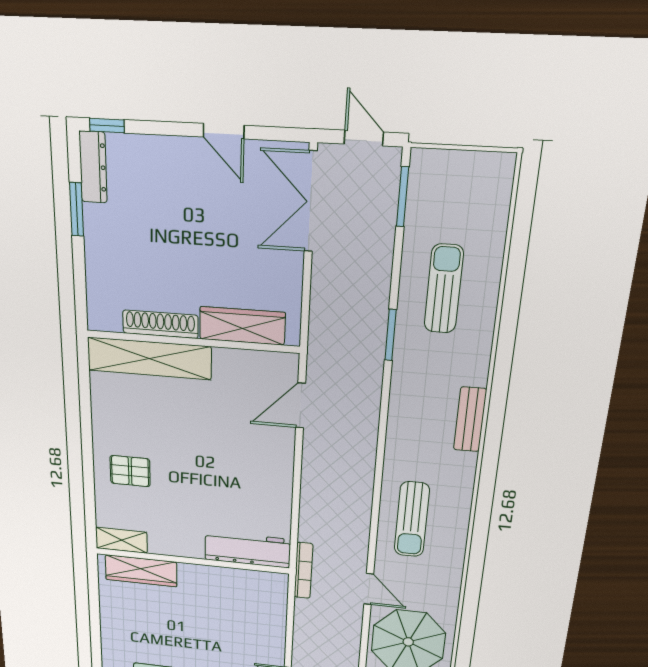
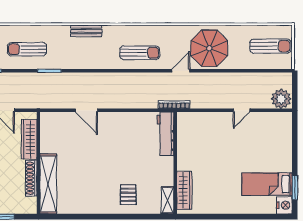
shoe rack: (160, 324) -> (31, 178), moved
wardrobe: (242, 326) -> (29, 139), moved
wall: (192, 342) -> (38, 163), moved
shelving: (149, 358) -> (48, 184), moved

